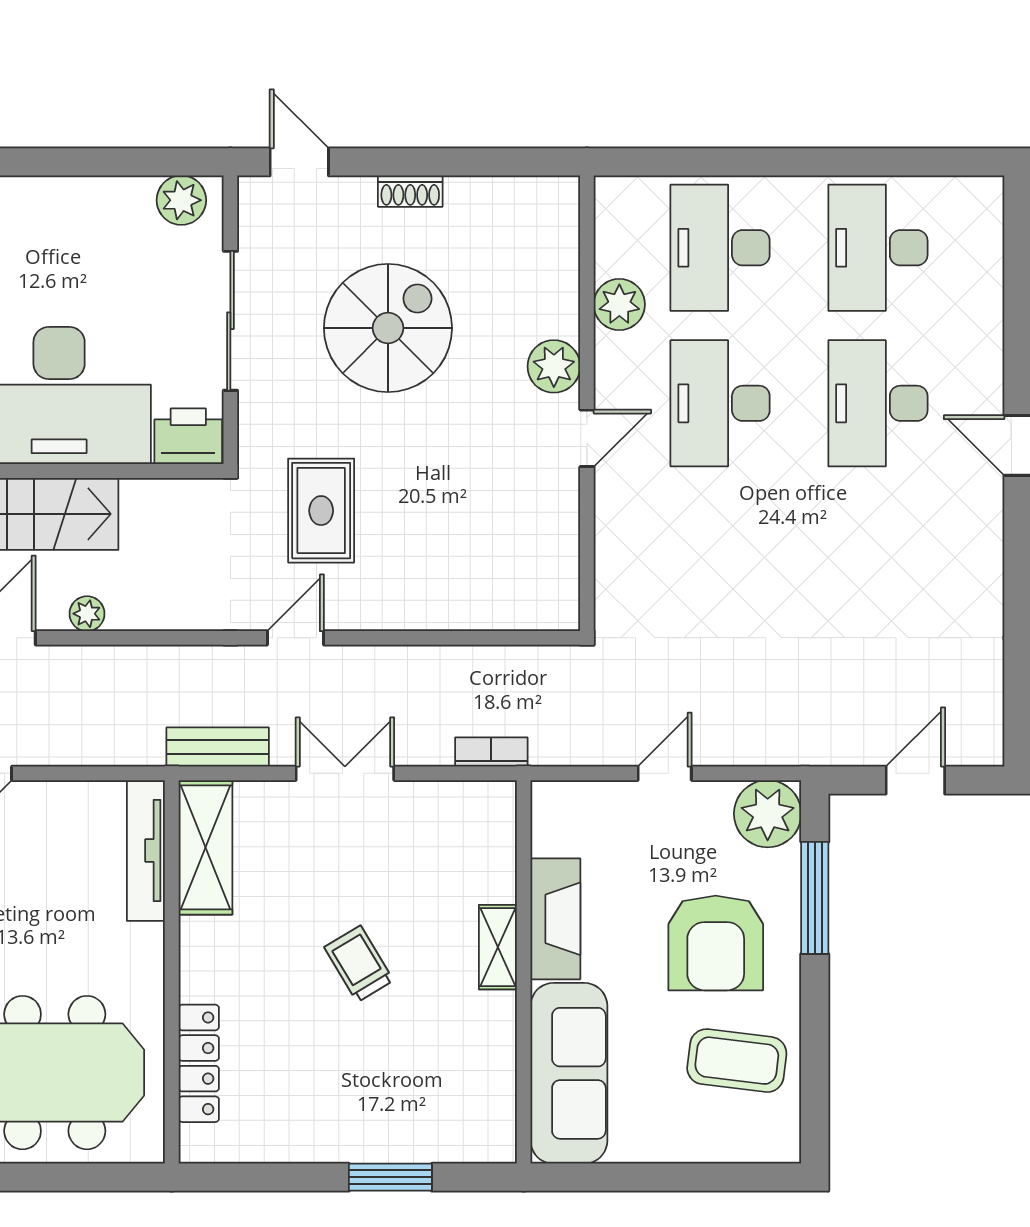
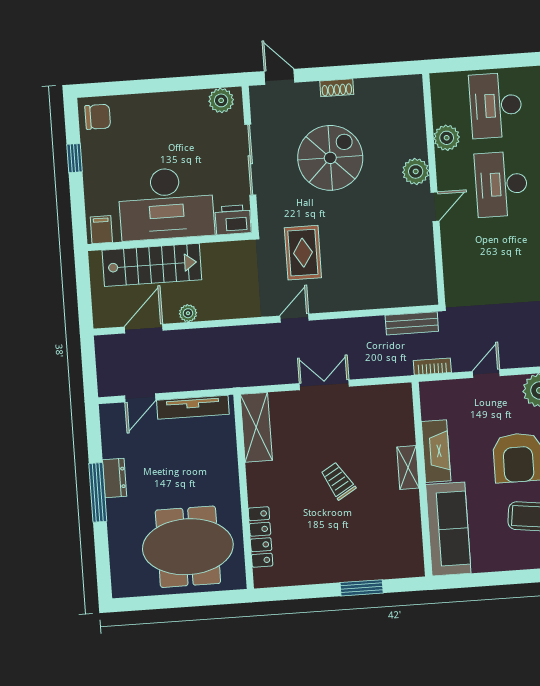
bench: (218, 747) -> (412, 323), moved
bookcase: (491, 752) -> (432, 367), moved
tv unit: (146, 850) -> (193, 407), moved, turned -90

